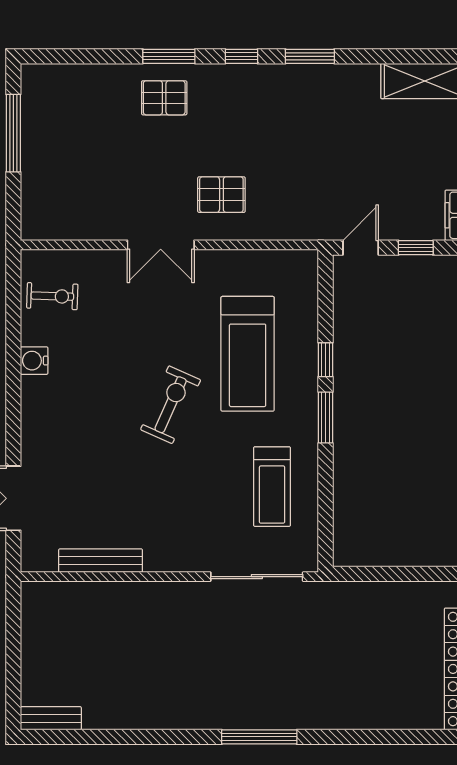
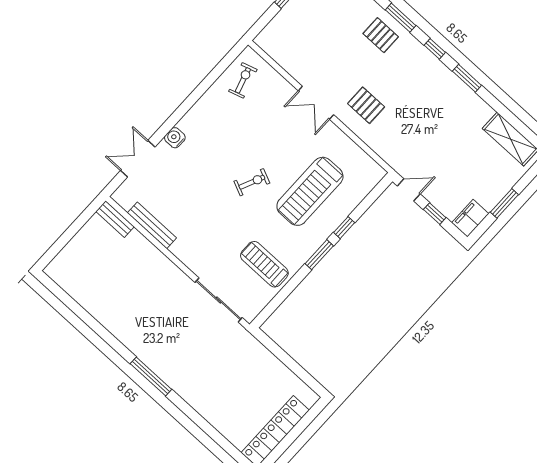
exercise bike: (52, 296) -> (243, 80), turned -109
water cooler: (34, 361) -> (175, 138), moved
exercise bike: (171, 405) -> (252, 182), width x0.73, depth x0.72
treadmill: (272, 487) -> (264, 264), turned 90
bench: (51, 718) -> (115, 219), moved

